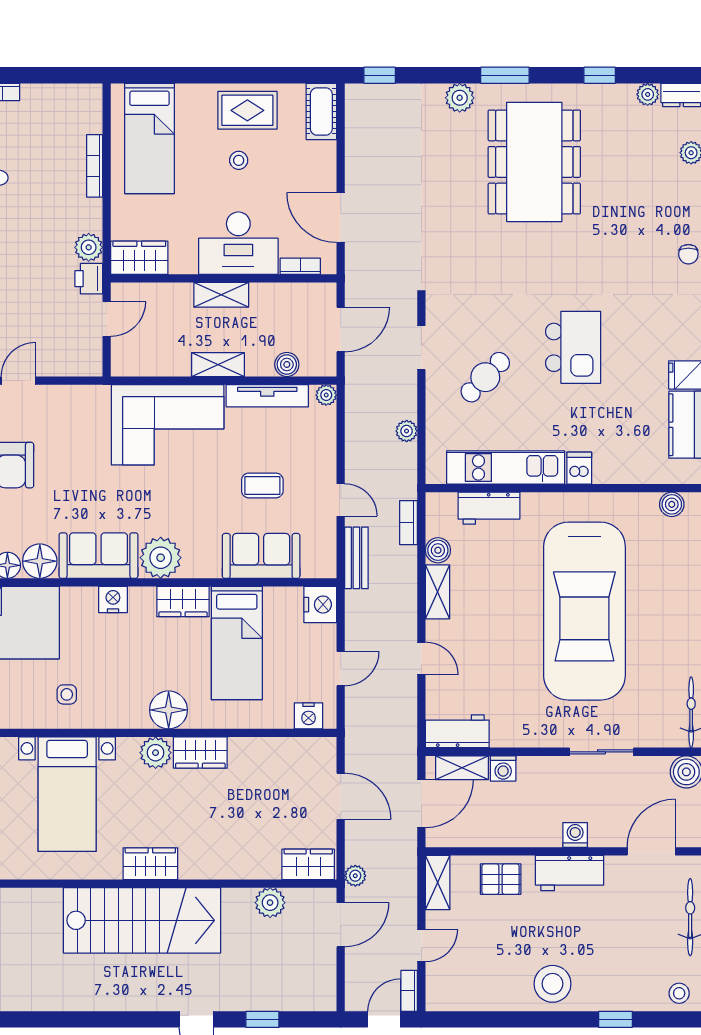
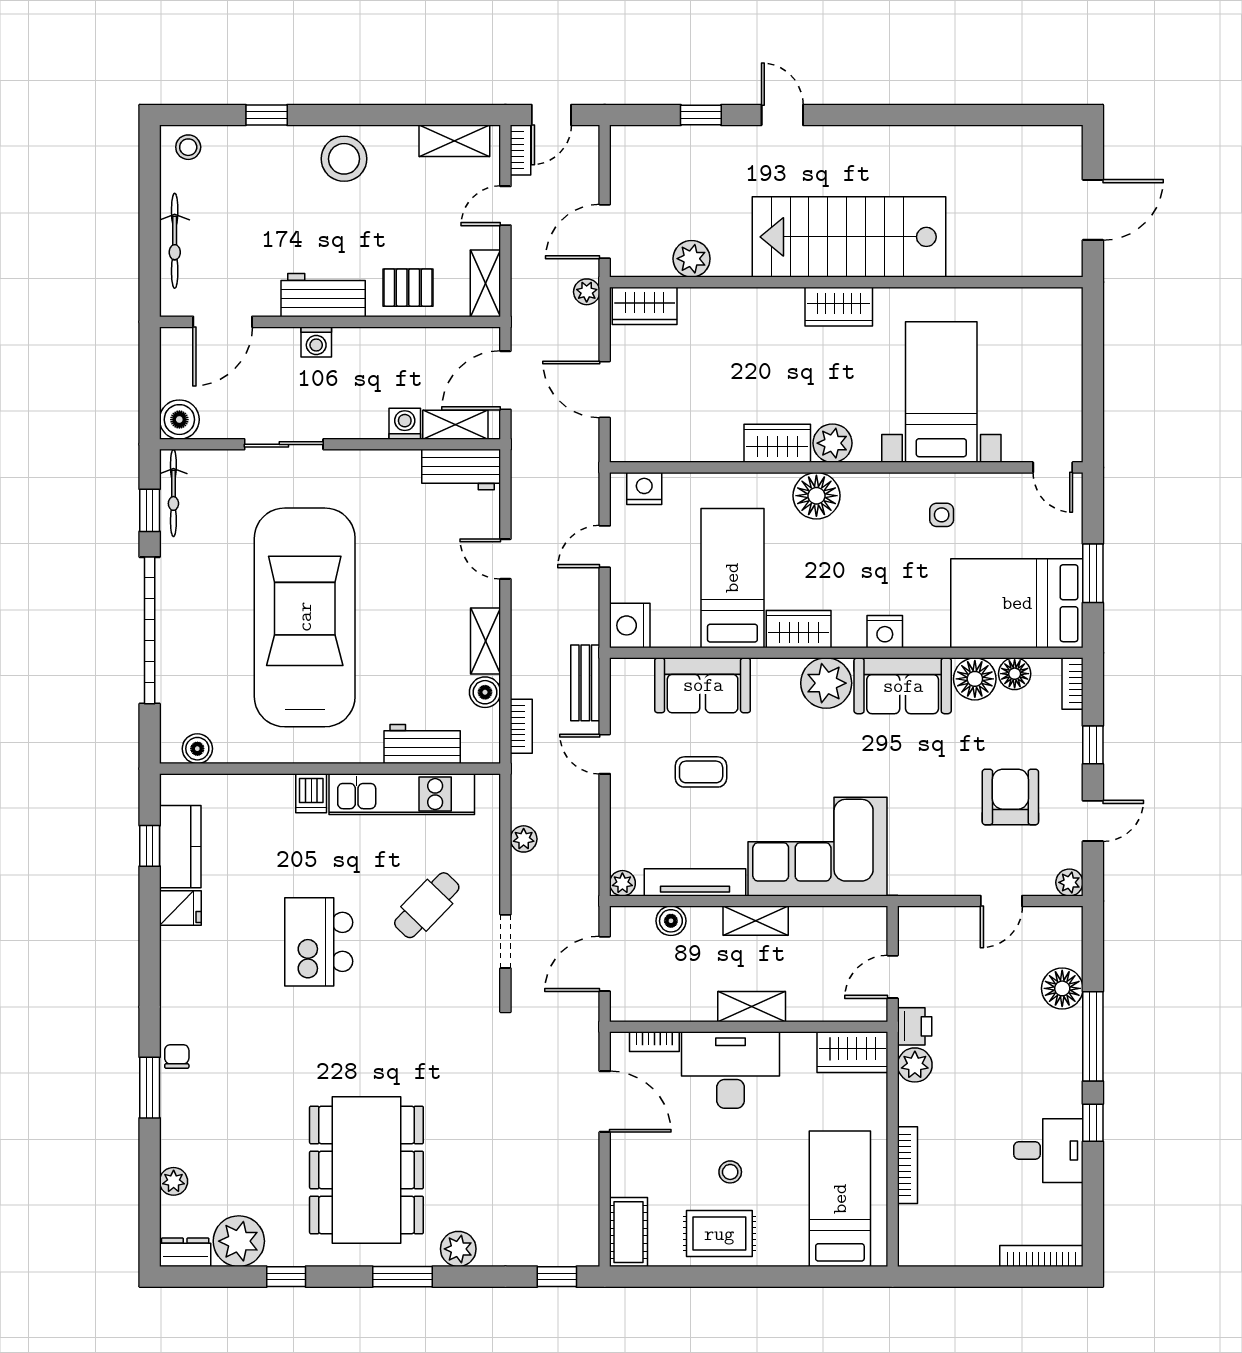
plant: (648, 94) -> (239, 1241), width x1.88, depth x1.88
shelving: (463, 998) -> (454, 141), added

